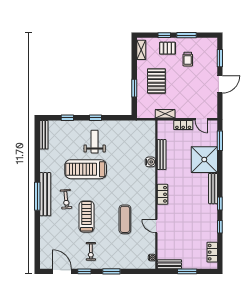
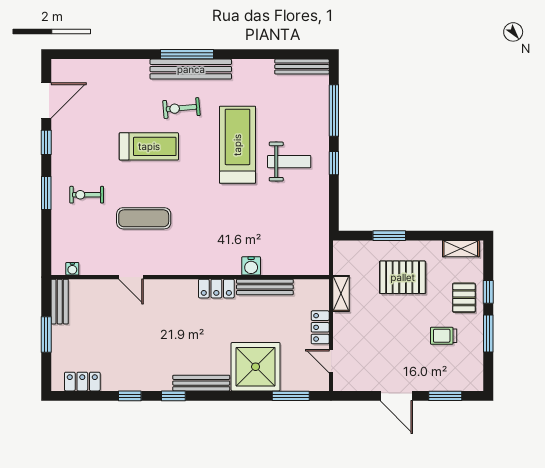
window: (67, 118) -> (334, 111), width x2.17
door: (201, 119) -> (331, 361), hinge flipped
locker: (162, 194) -> (216, 289), moved
door: (156, 226) -> (131, 277), swing flipped
exercise bike: (91, 251) -> (87, 195), moved

